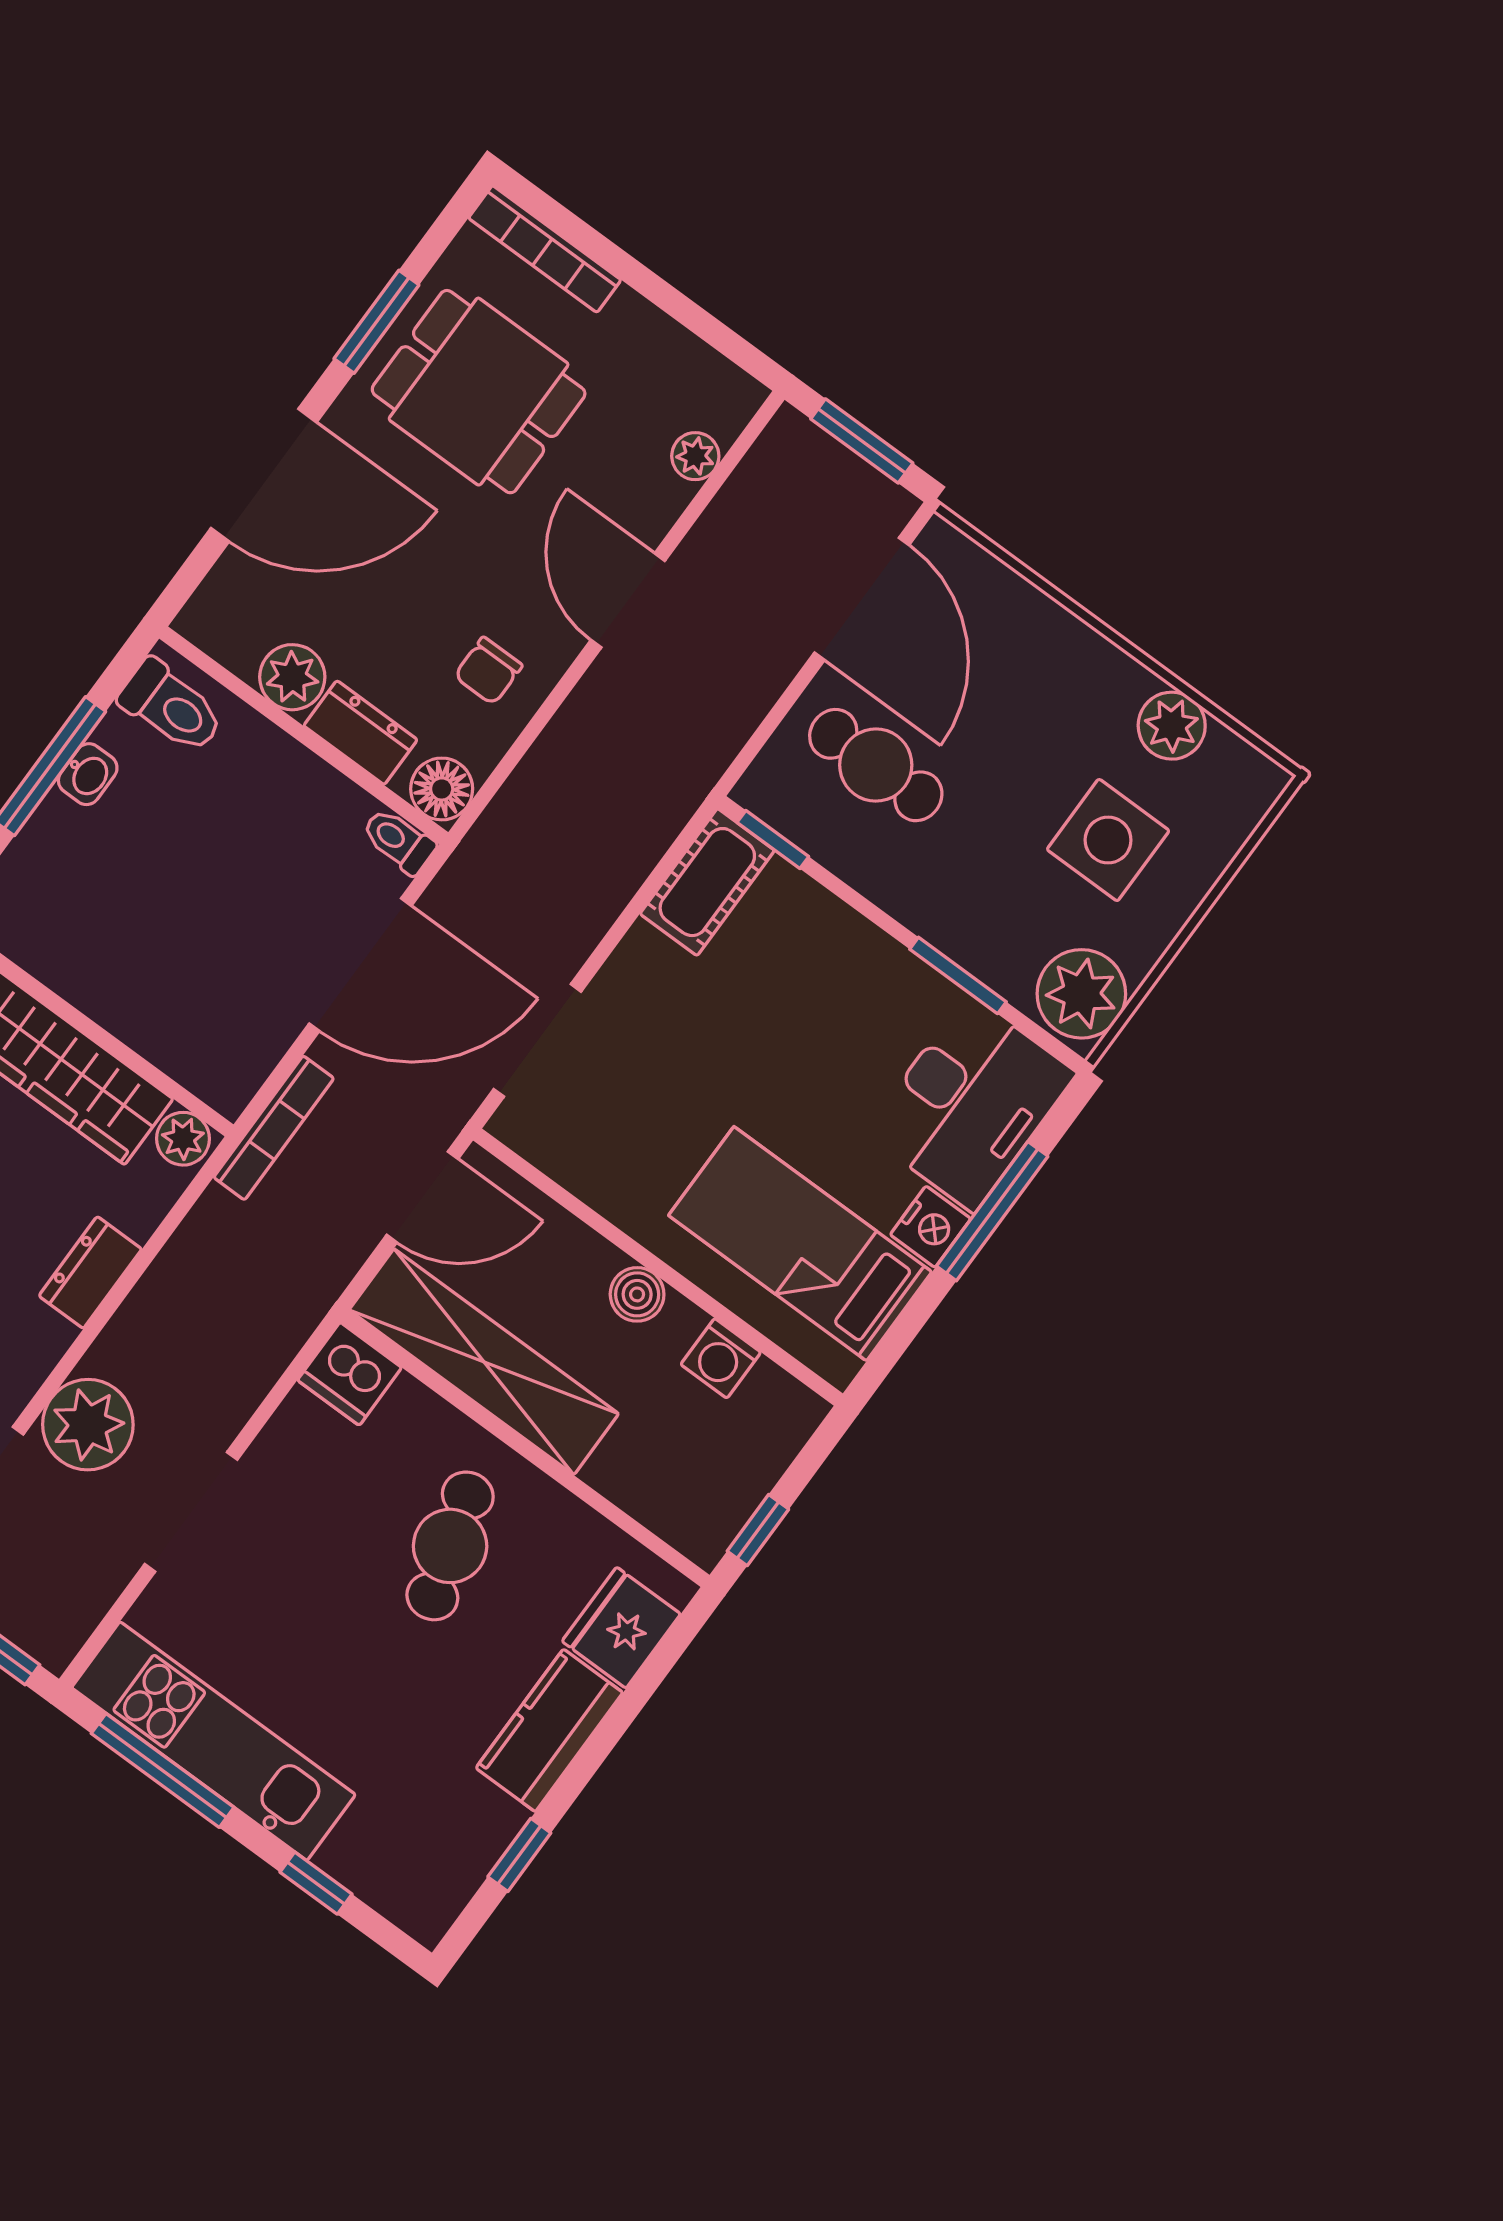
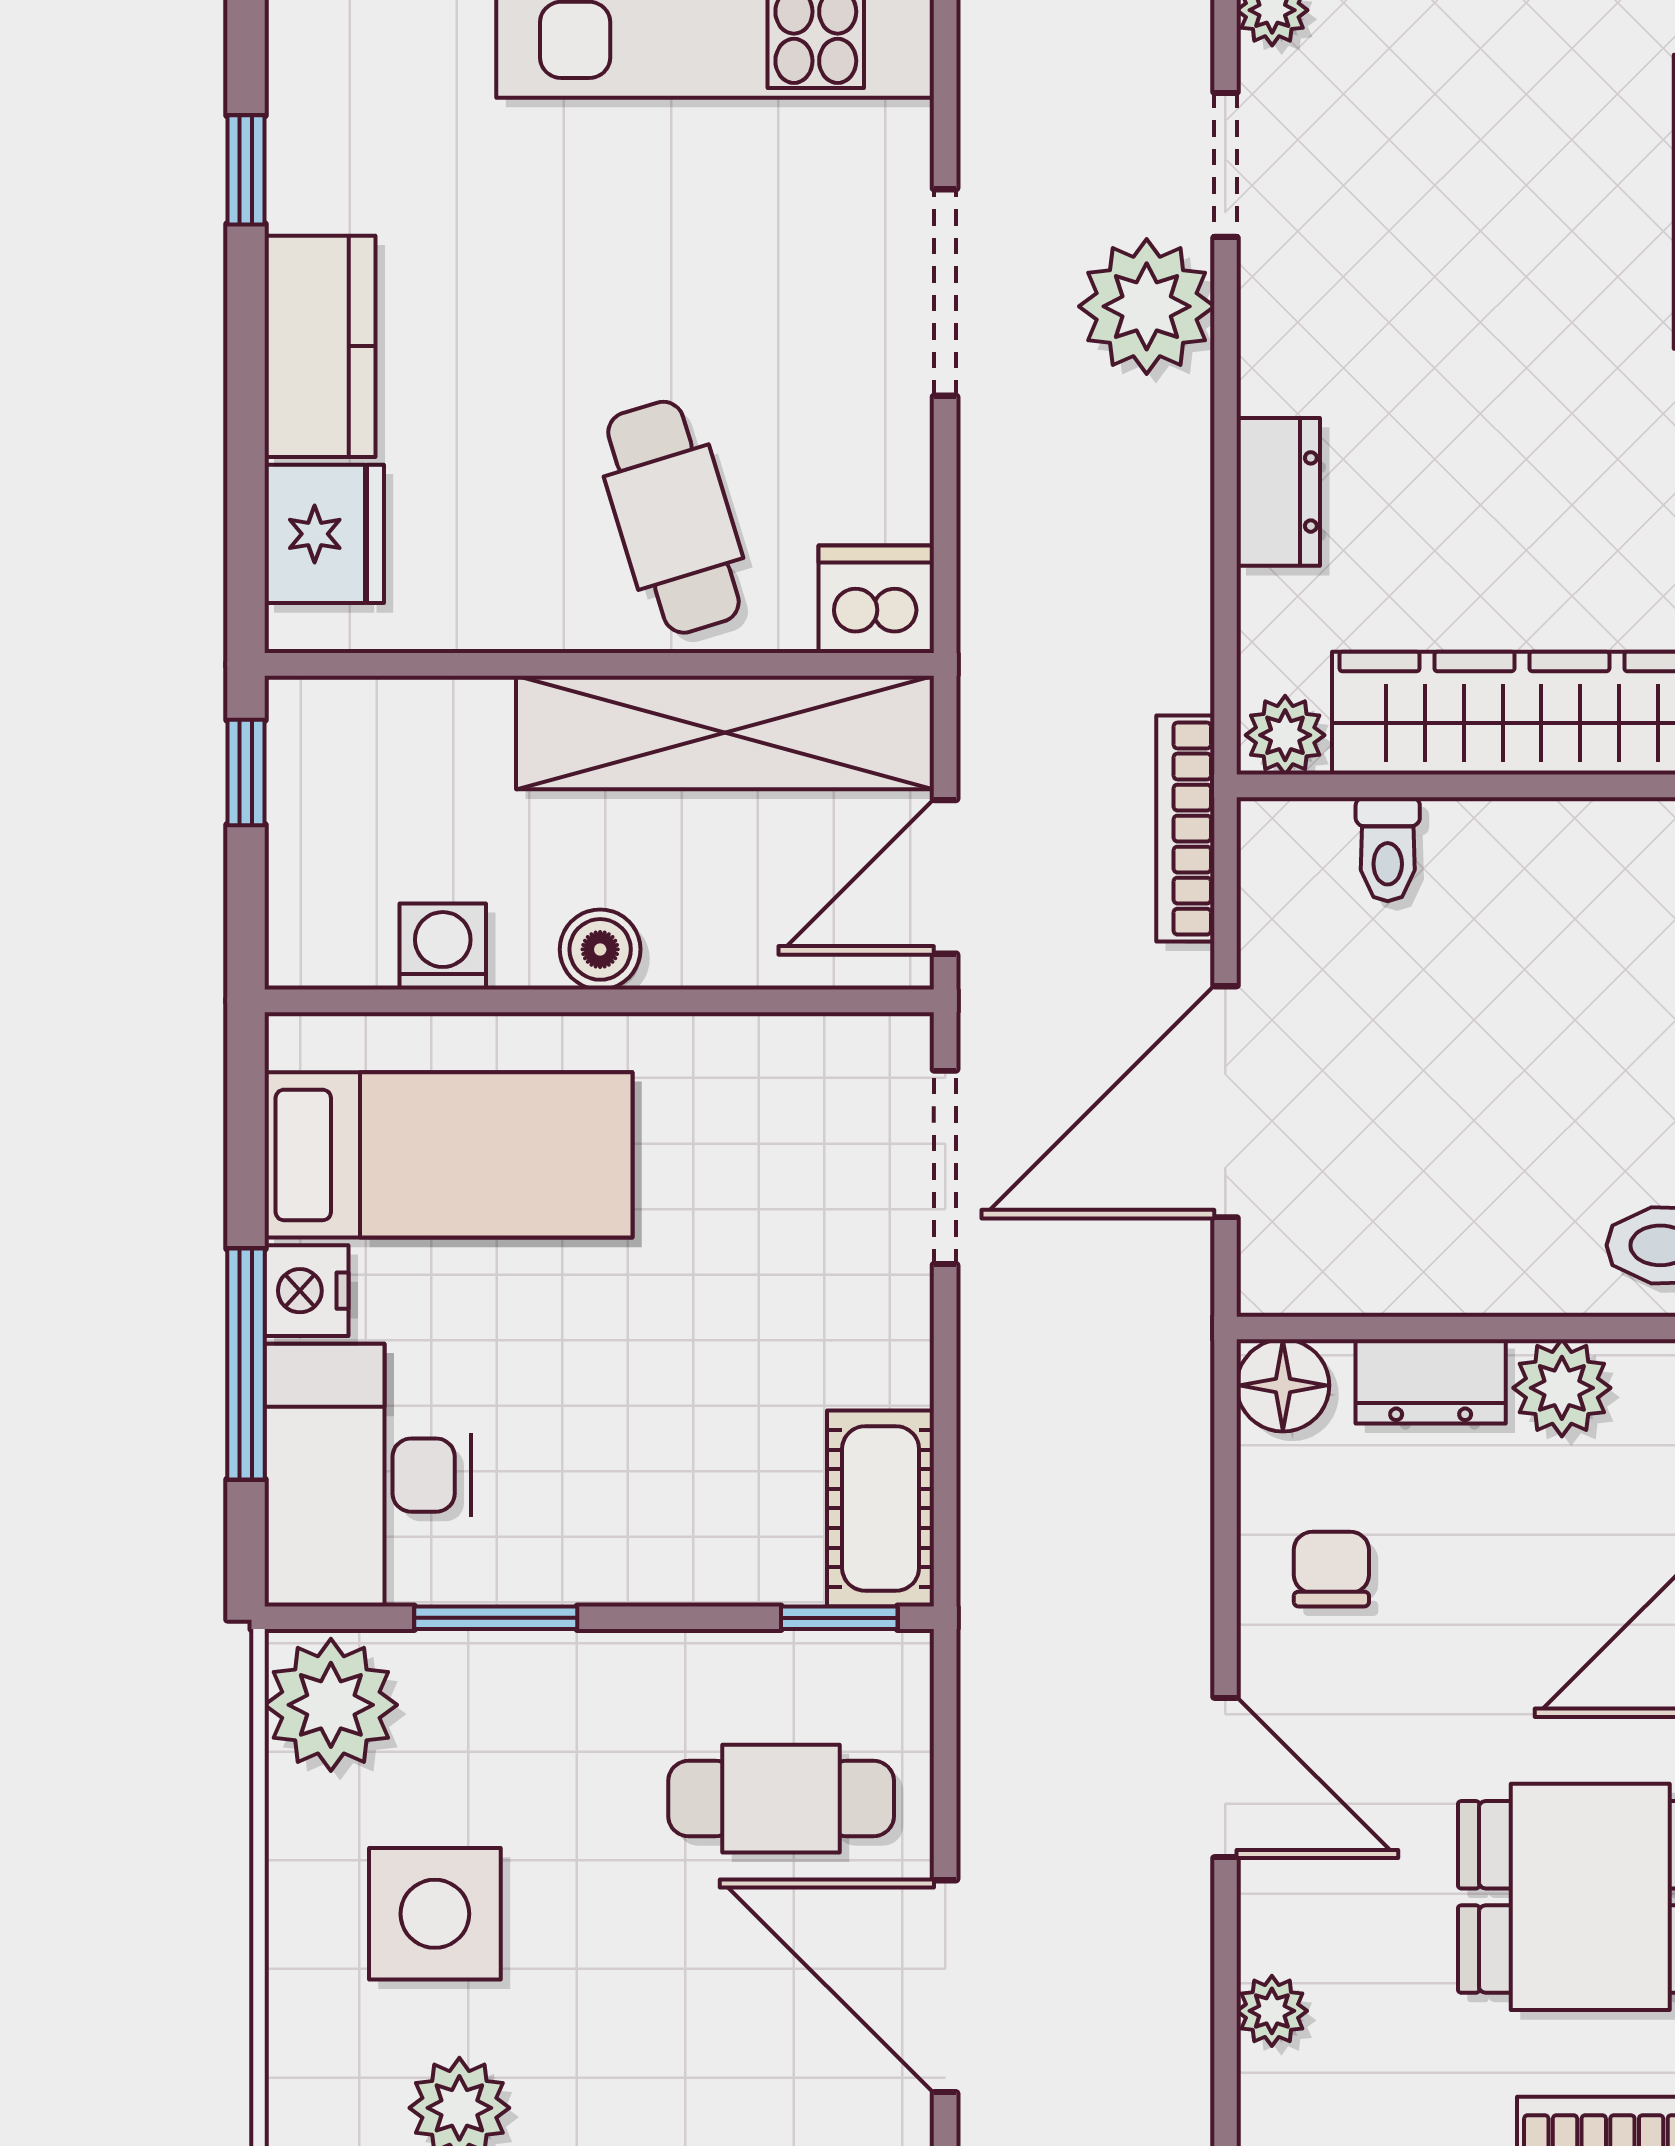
toilet: (399, 841) -> (1388, 849), moved, turned 90
cafe table: (450, 1546) -> (673, 517), moved

